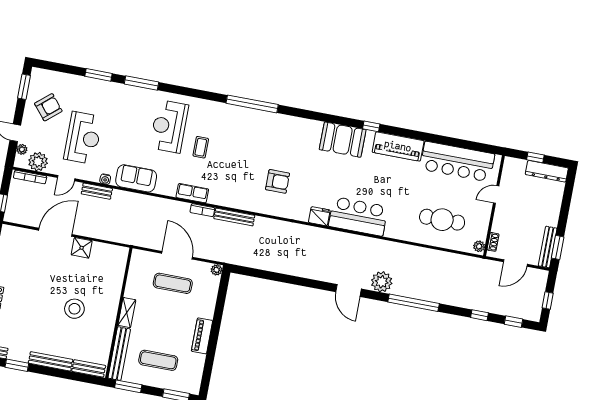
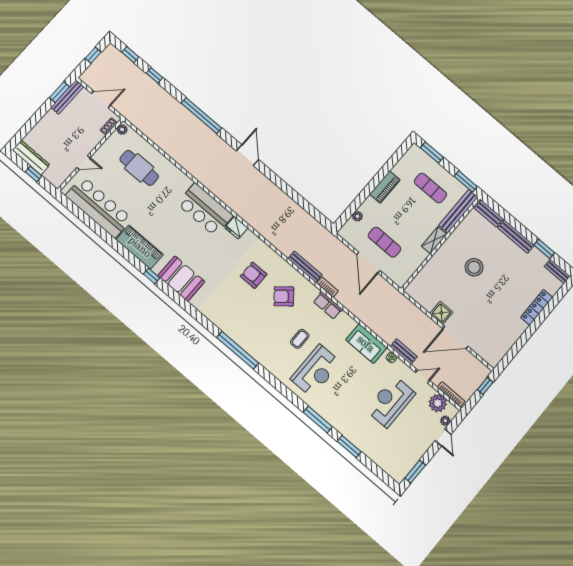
armchair: (48, 107) -> (284, 296), moved
plant: (217, 270) -> (357, 216), moved
plant: (382, 282) -> (217, 147), removed

